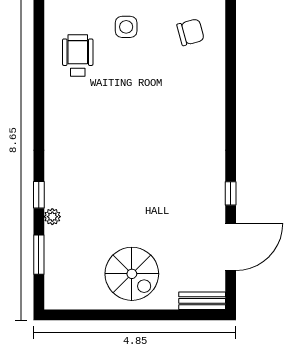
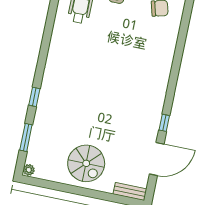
plant: (52, 217) -> (29, 170), moved

